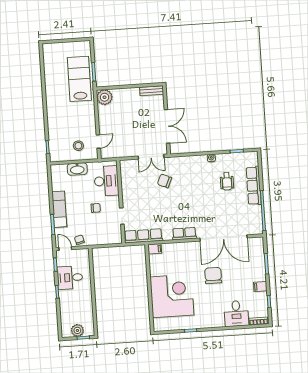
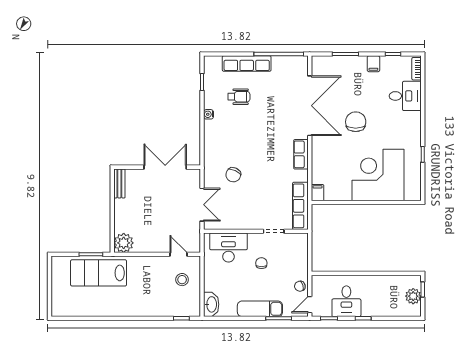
double door: (151, 157) -> (202, 205), moved
washbasin: (77, 169) -> (211, 304), moved
chair: (213, 275) -> (356, 122), turned 90

